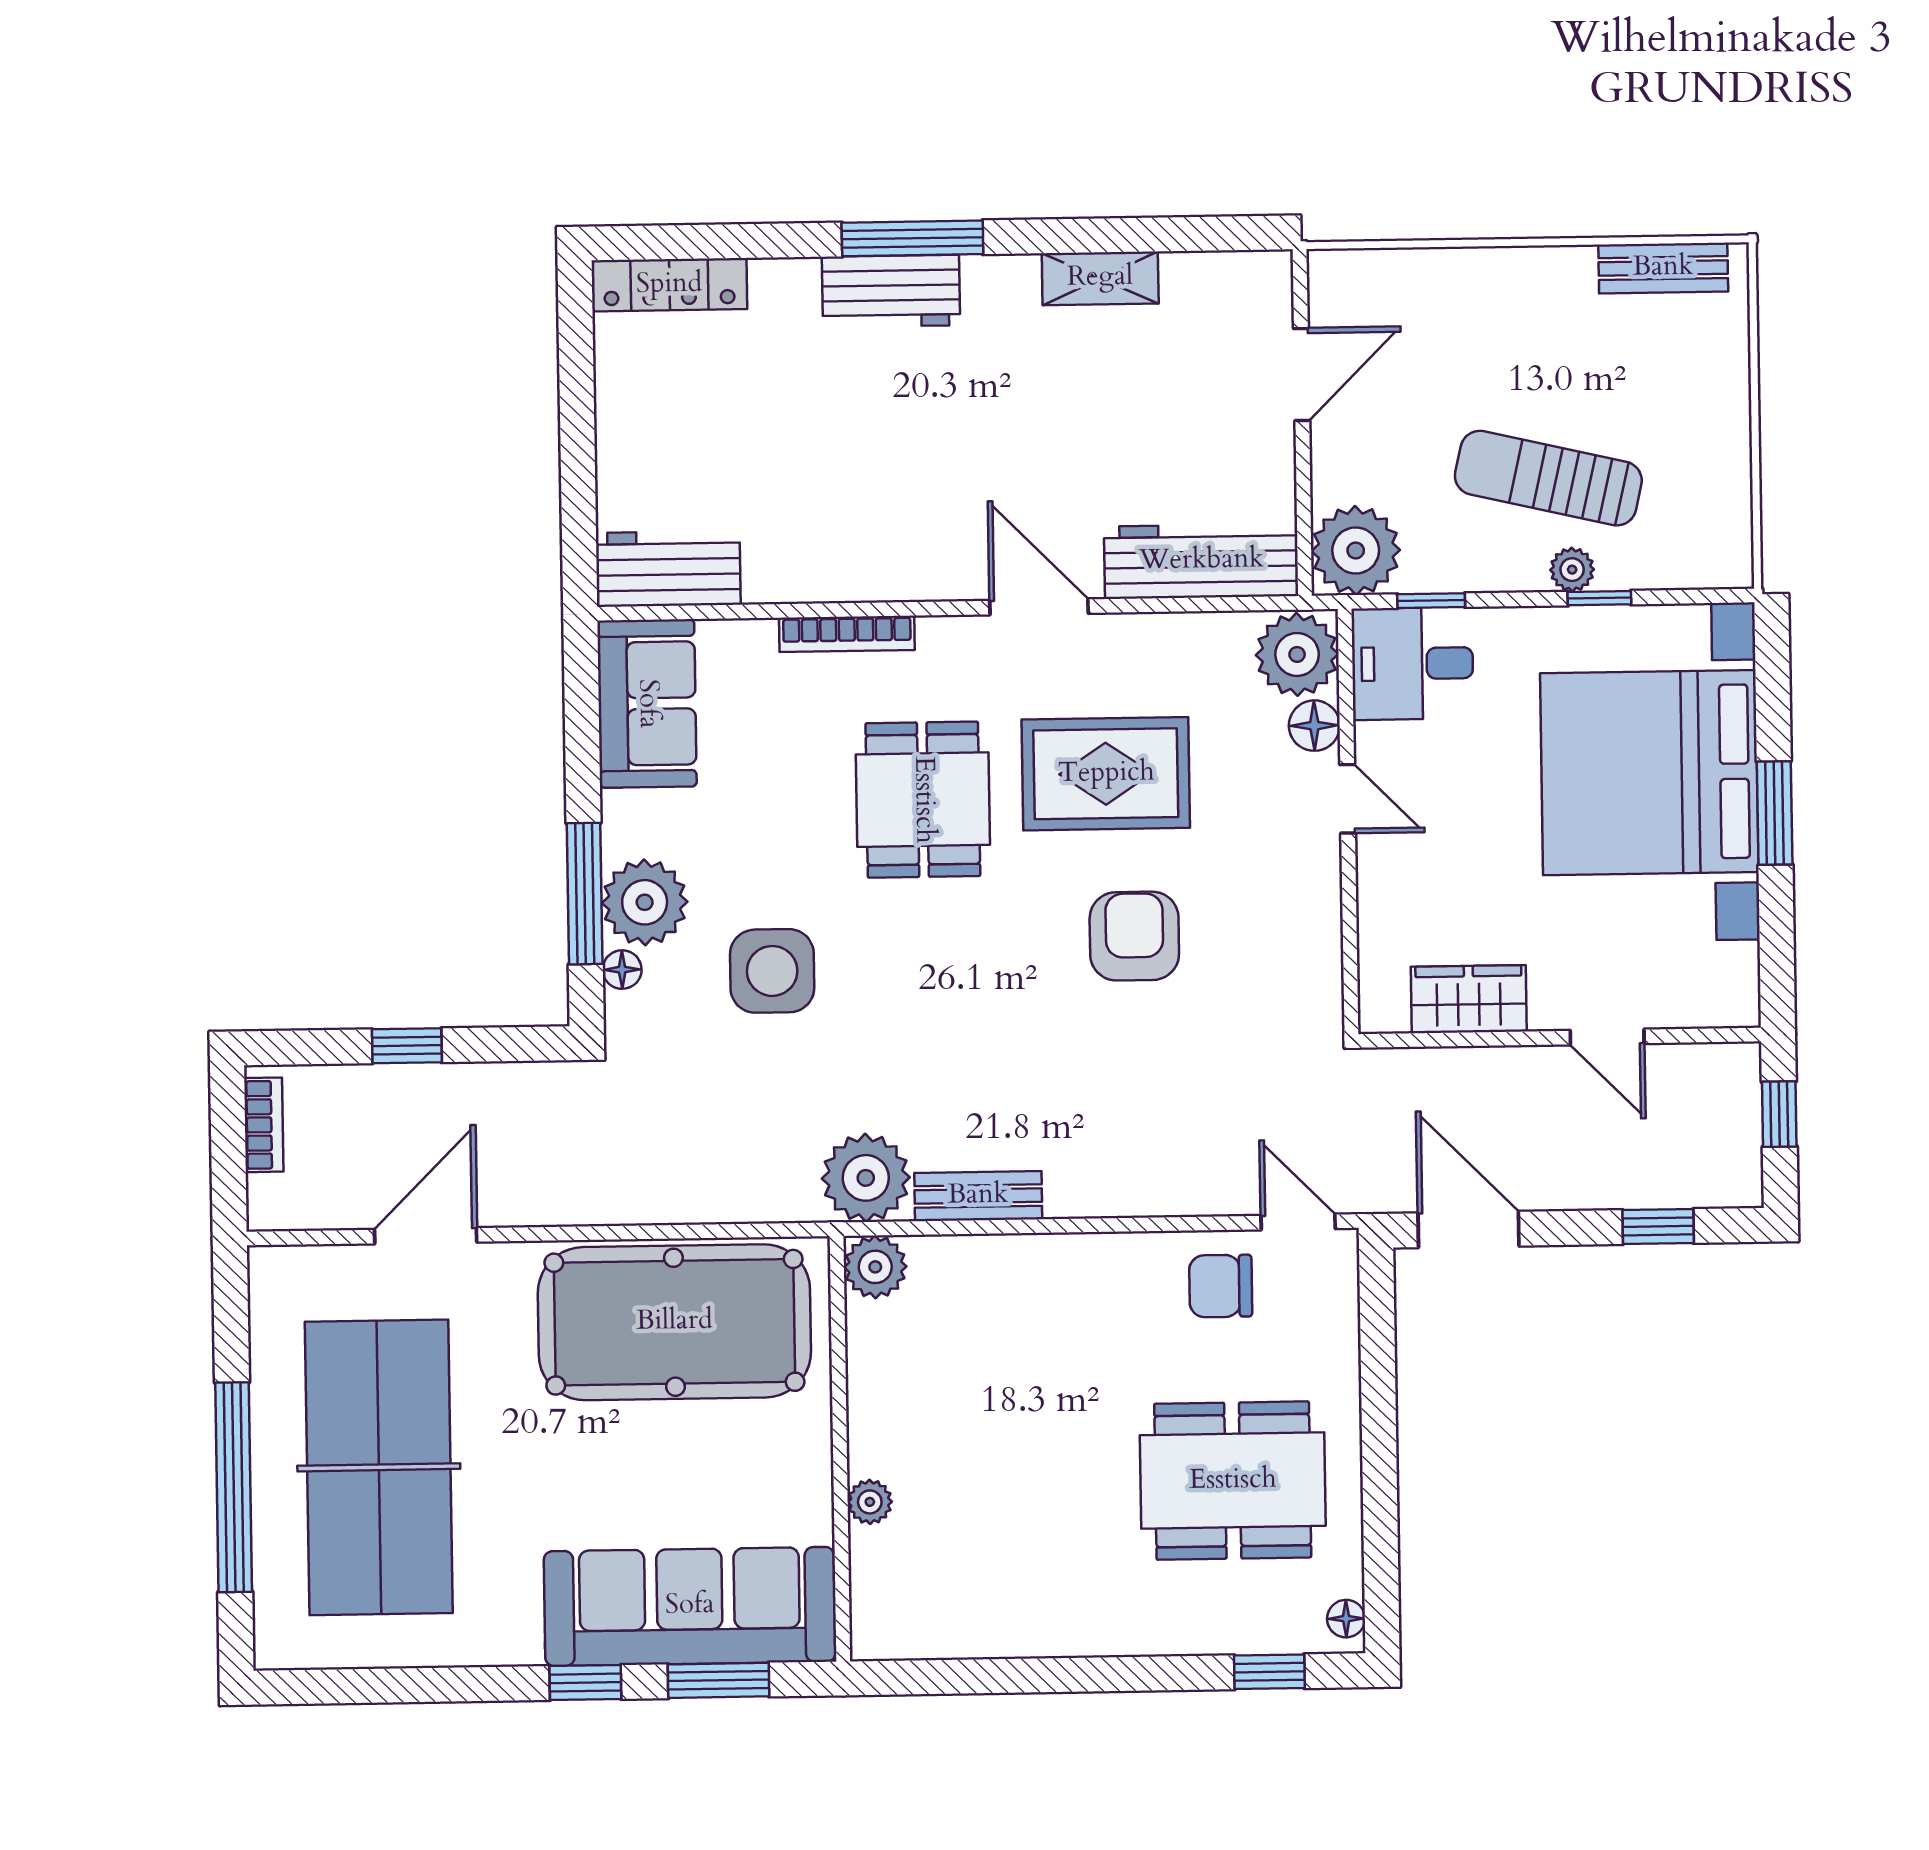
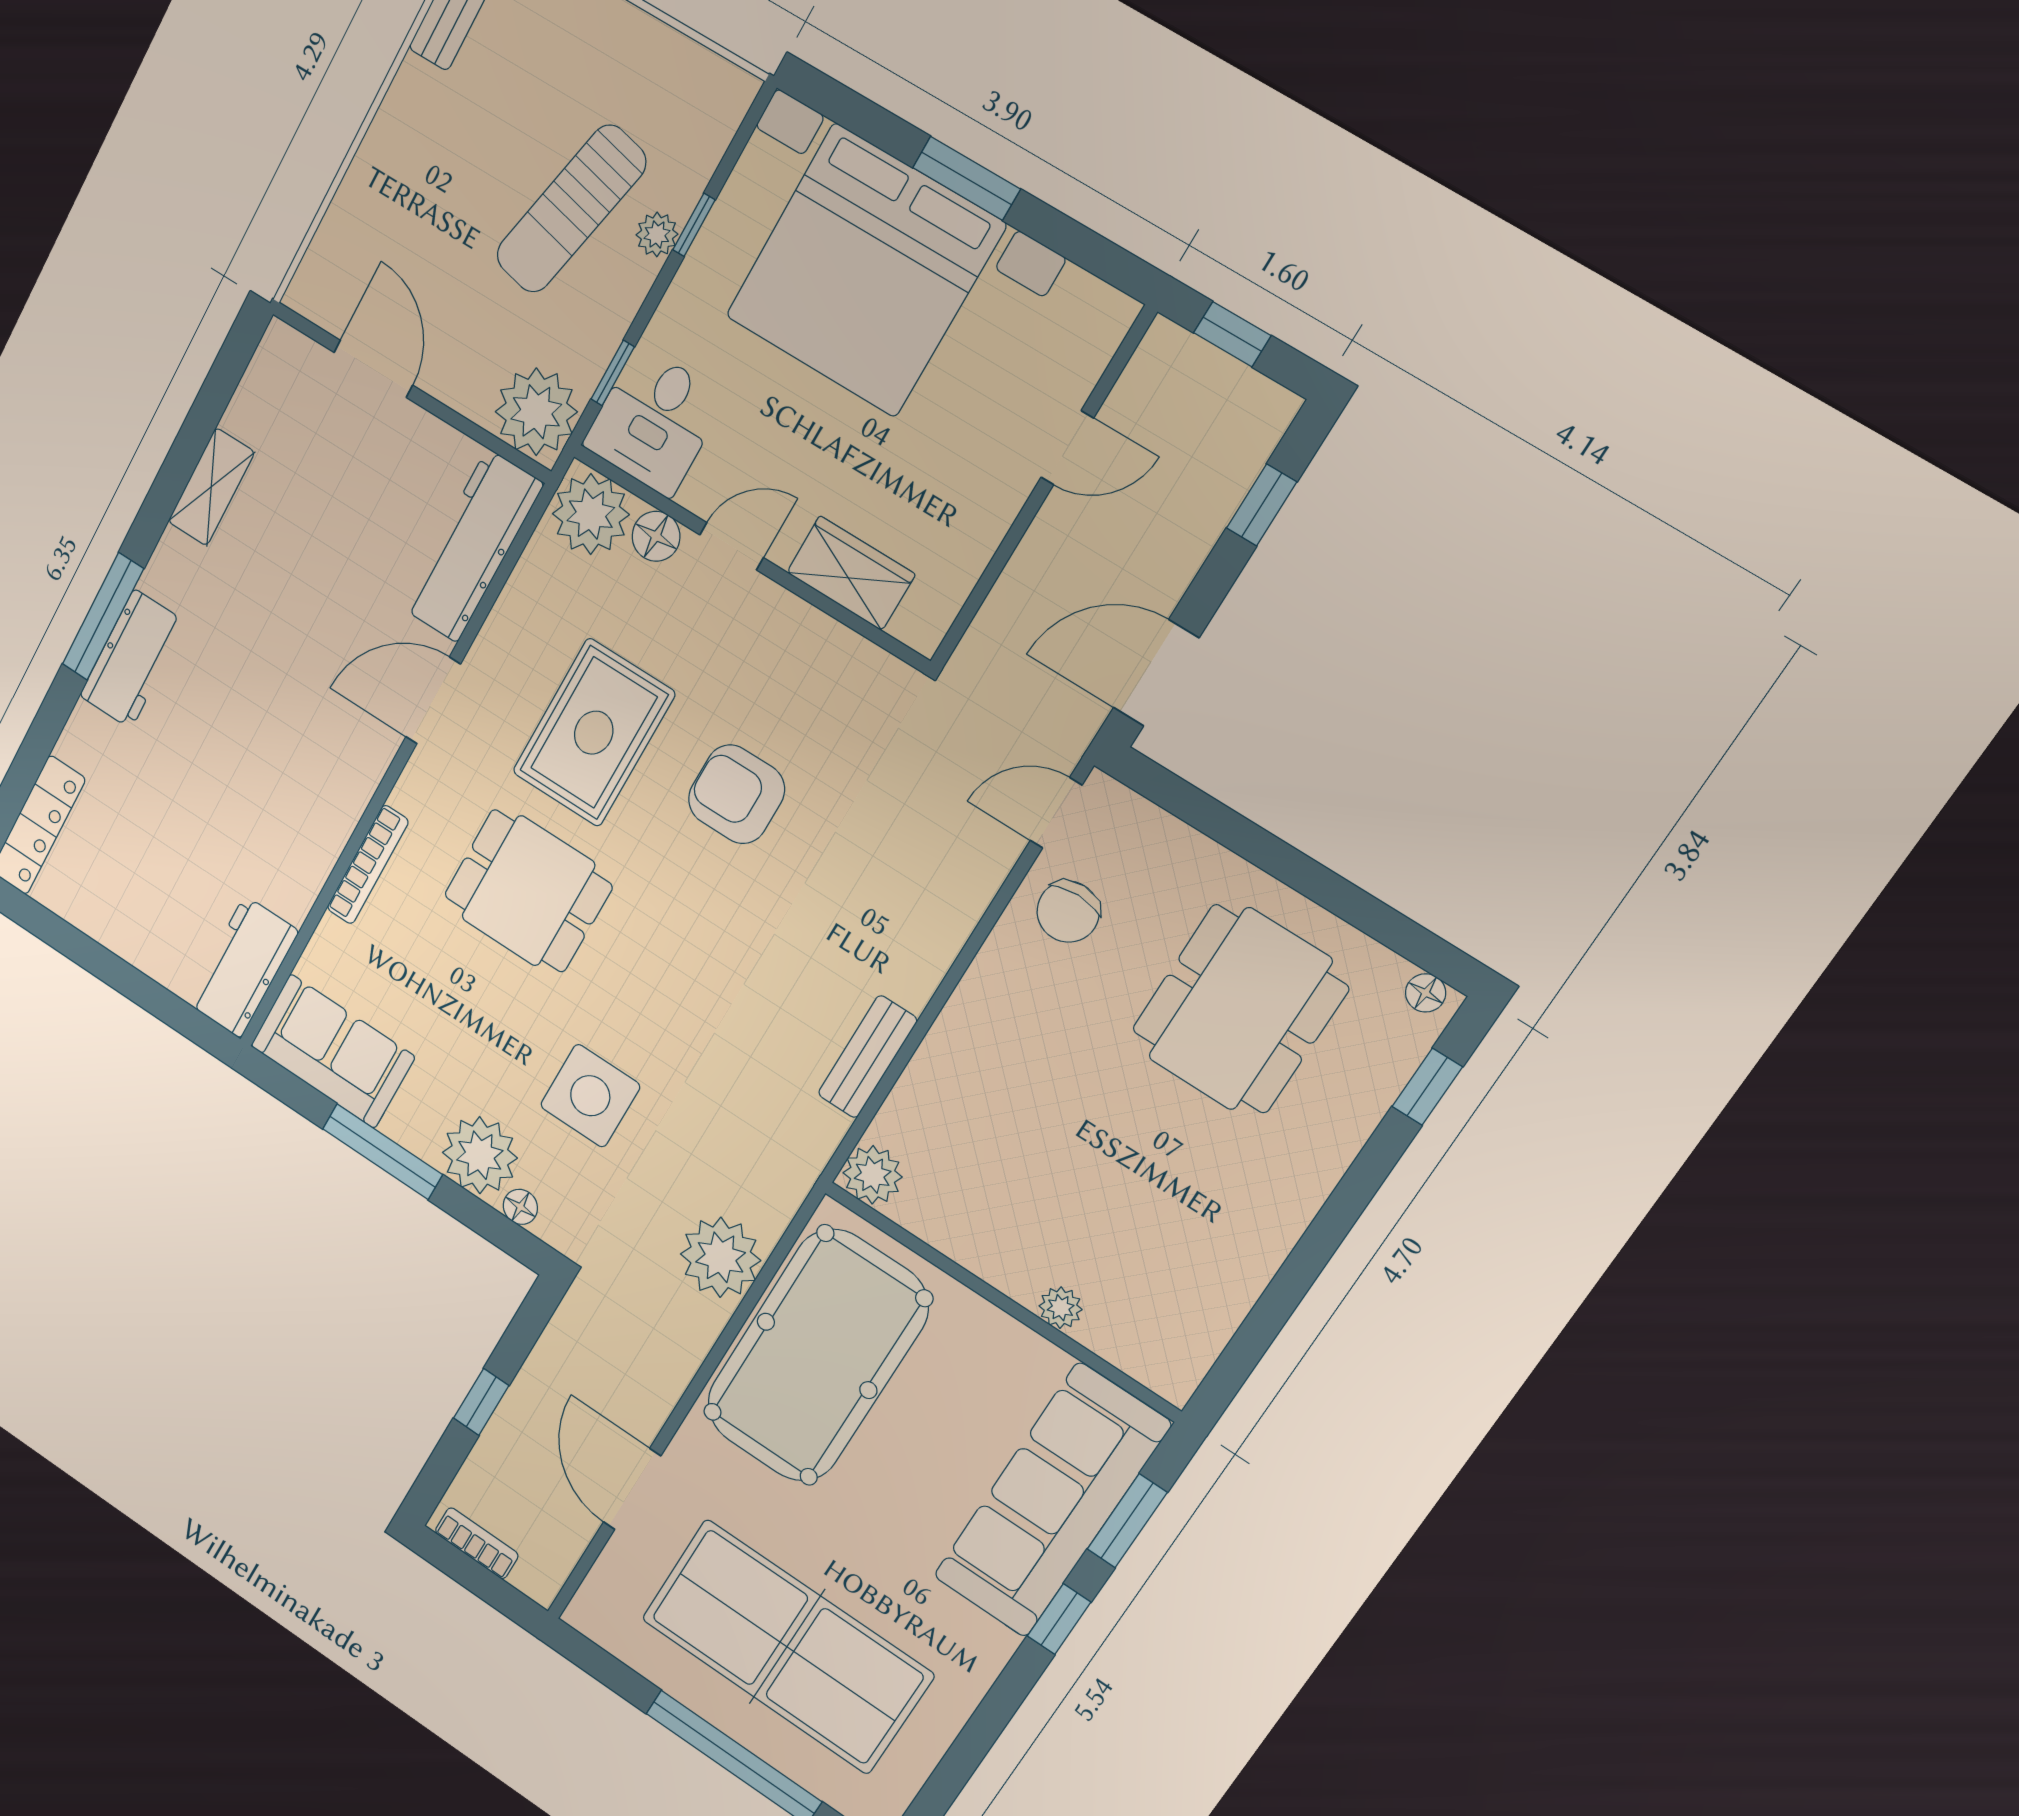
window: (585, 894) -> (382, 1152), moved
wardrobe: (1469, 999) -> (851, 573), moved, turned 90
plant: (866, 1178) -> (721, 1257), moved

